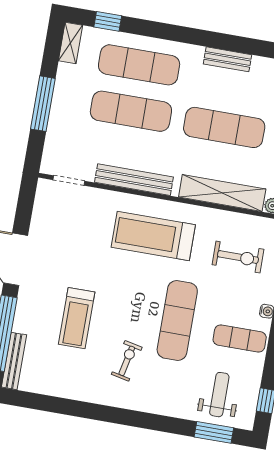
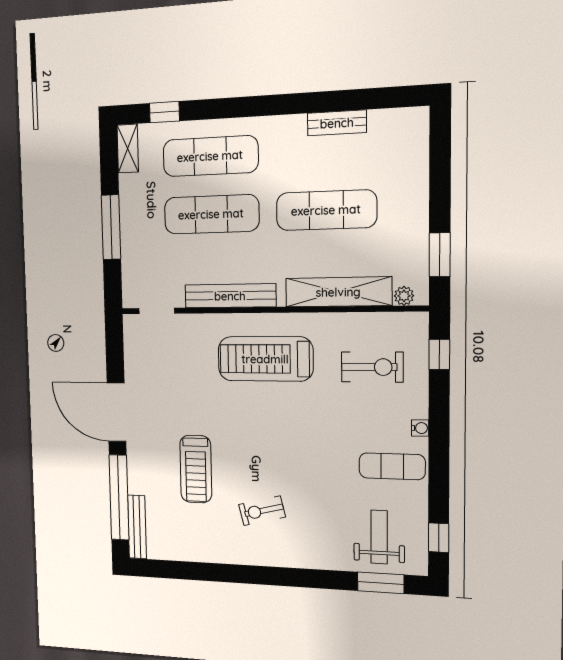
bench: (228, 59) -> (337, 123), moved
exercise mat: (177, 320) -> (312, 455), removed
exercise bike: (127, 361) -> (262, 511), turned -116

